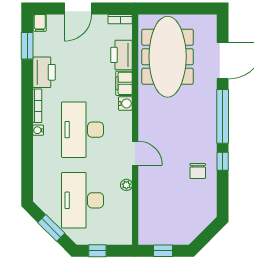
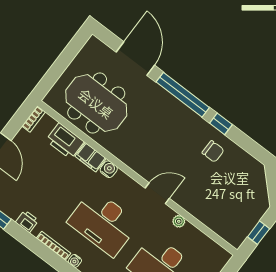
meeting table: (168, 57) -> (96, 103), width x0.73
printer: (44, 72) -> (27, 221), width x0.53, depth x0.68

